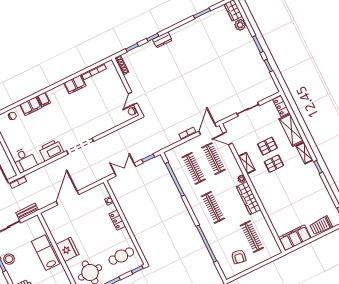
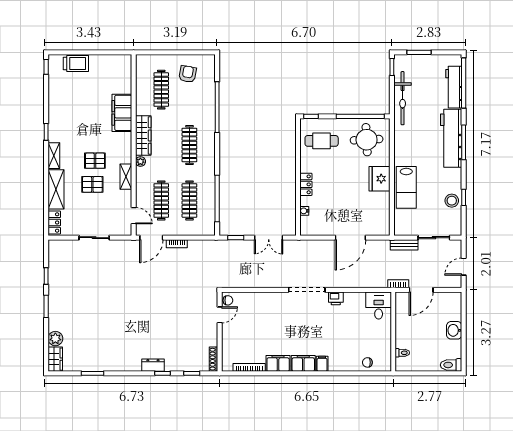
filing cabinet: (31, 106) -> (303, 363), moved
printer: (51, 150) -> (336, 298), width x0.53, depth x0.68
filing cabinet: (295, 238) -> (122, 113), moved, turned 90

